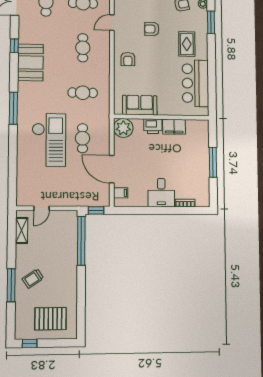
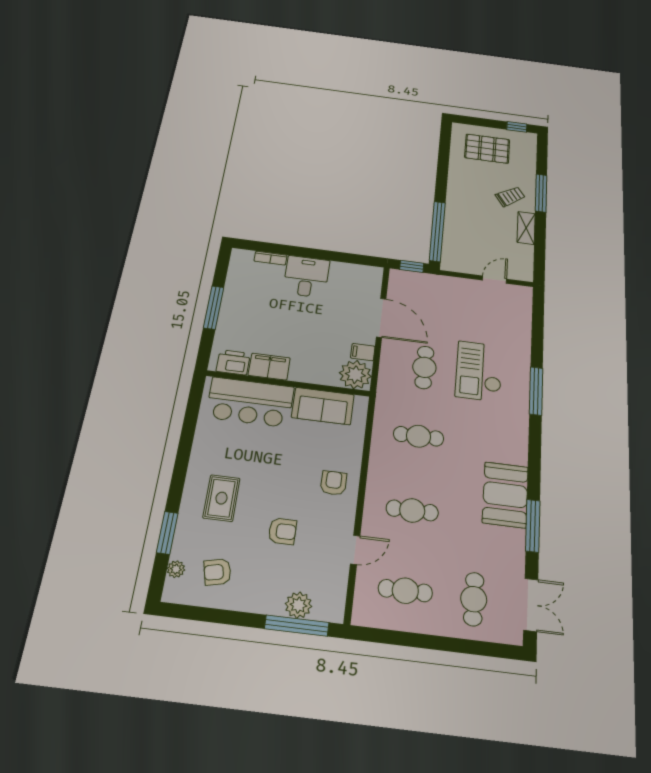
window: (14, 46) -> (533, 526), width x2.17
cafe table: (83, 48) -> (412, 510), turned 90
bar counter: (195, 83) -> (250, 402), moved, turned 90
window: (13, 108) -> (536, 391), moved
printer: (153, 126) -> (233, 362), moved
checkout: (49, 140) -> (479, 371), width x0.73, depth x0.83
filing cabinet: (121, 193) -> (363, 352), moved
shelving: (22, 230) -> (526, 228), moved

